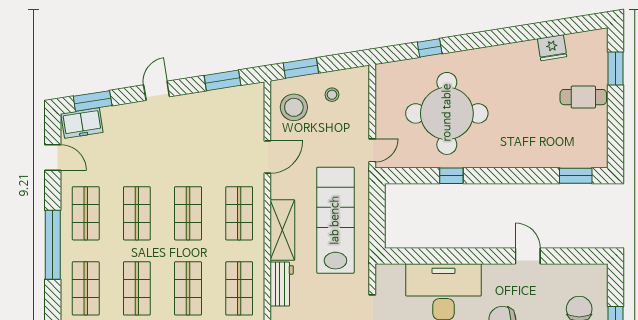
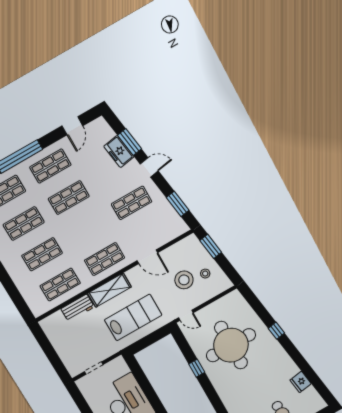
window: (430, 48) -> (276, 331), moved
window: (93, 101) -> (130, 142), moved
stool: (294, 107) -> (184, 280), moved
freezer: (82, 123) -> (119, 152), moved
shop shelf: (188, 213) -> (132, 203), moved
lab bench: (335, 220) -> (133, 317), width x0.73

